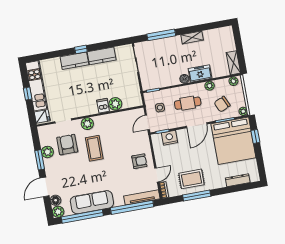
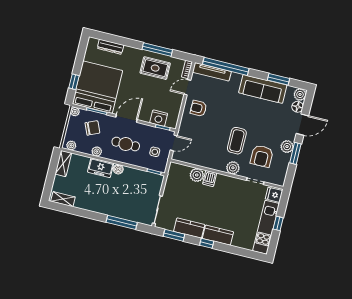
shelving: (192, 37) -> (63, 199), moved
window: (112, 44) -> (174, 235), added
plant: (47, 152) -> (287, 147), moved
window: (82, 216) -> (278, 79), width x0.47

